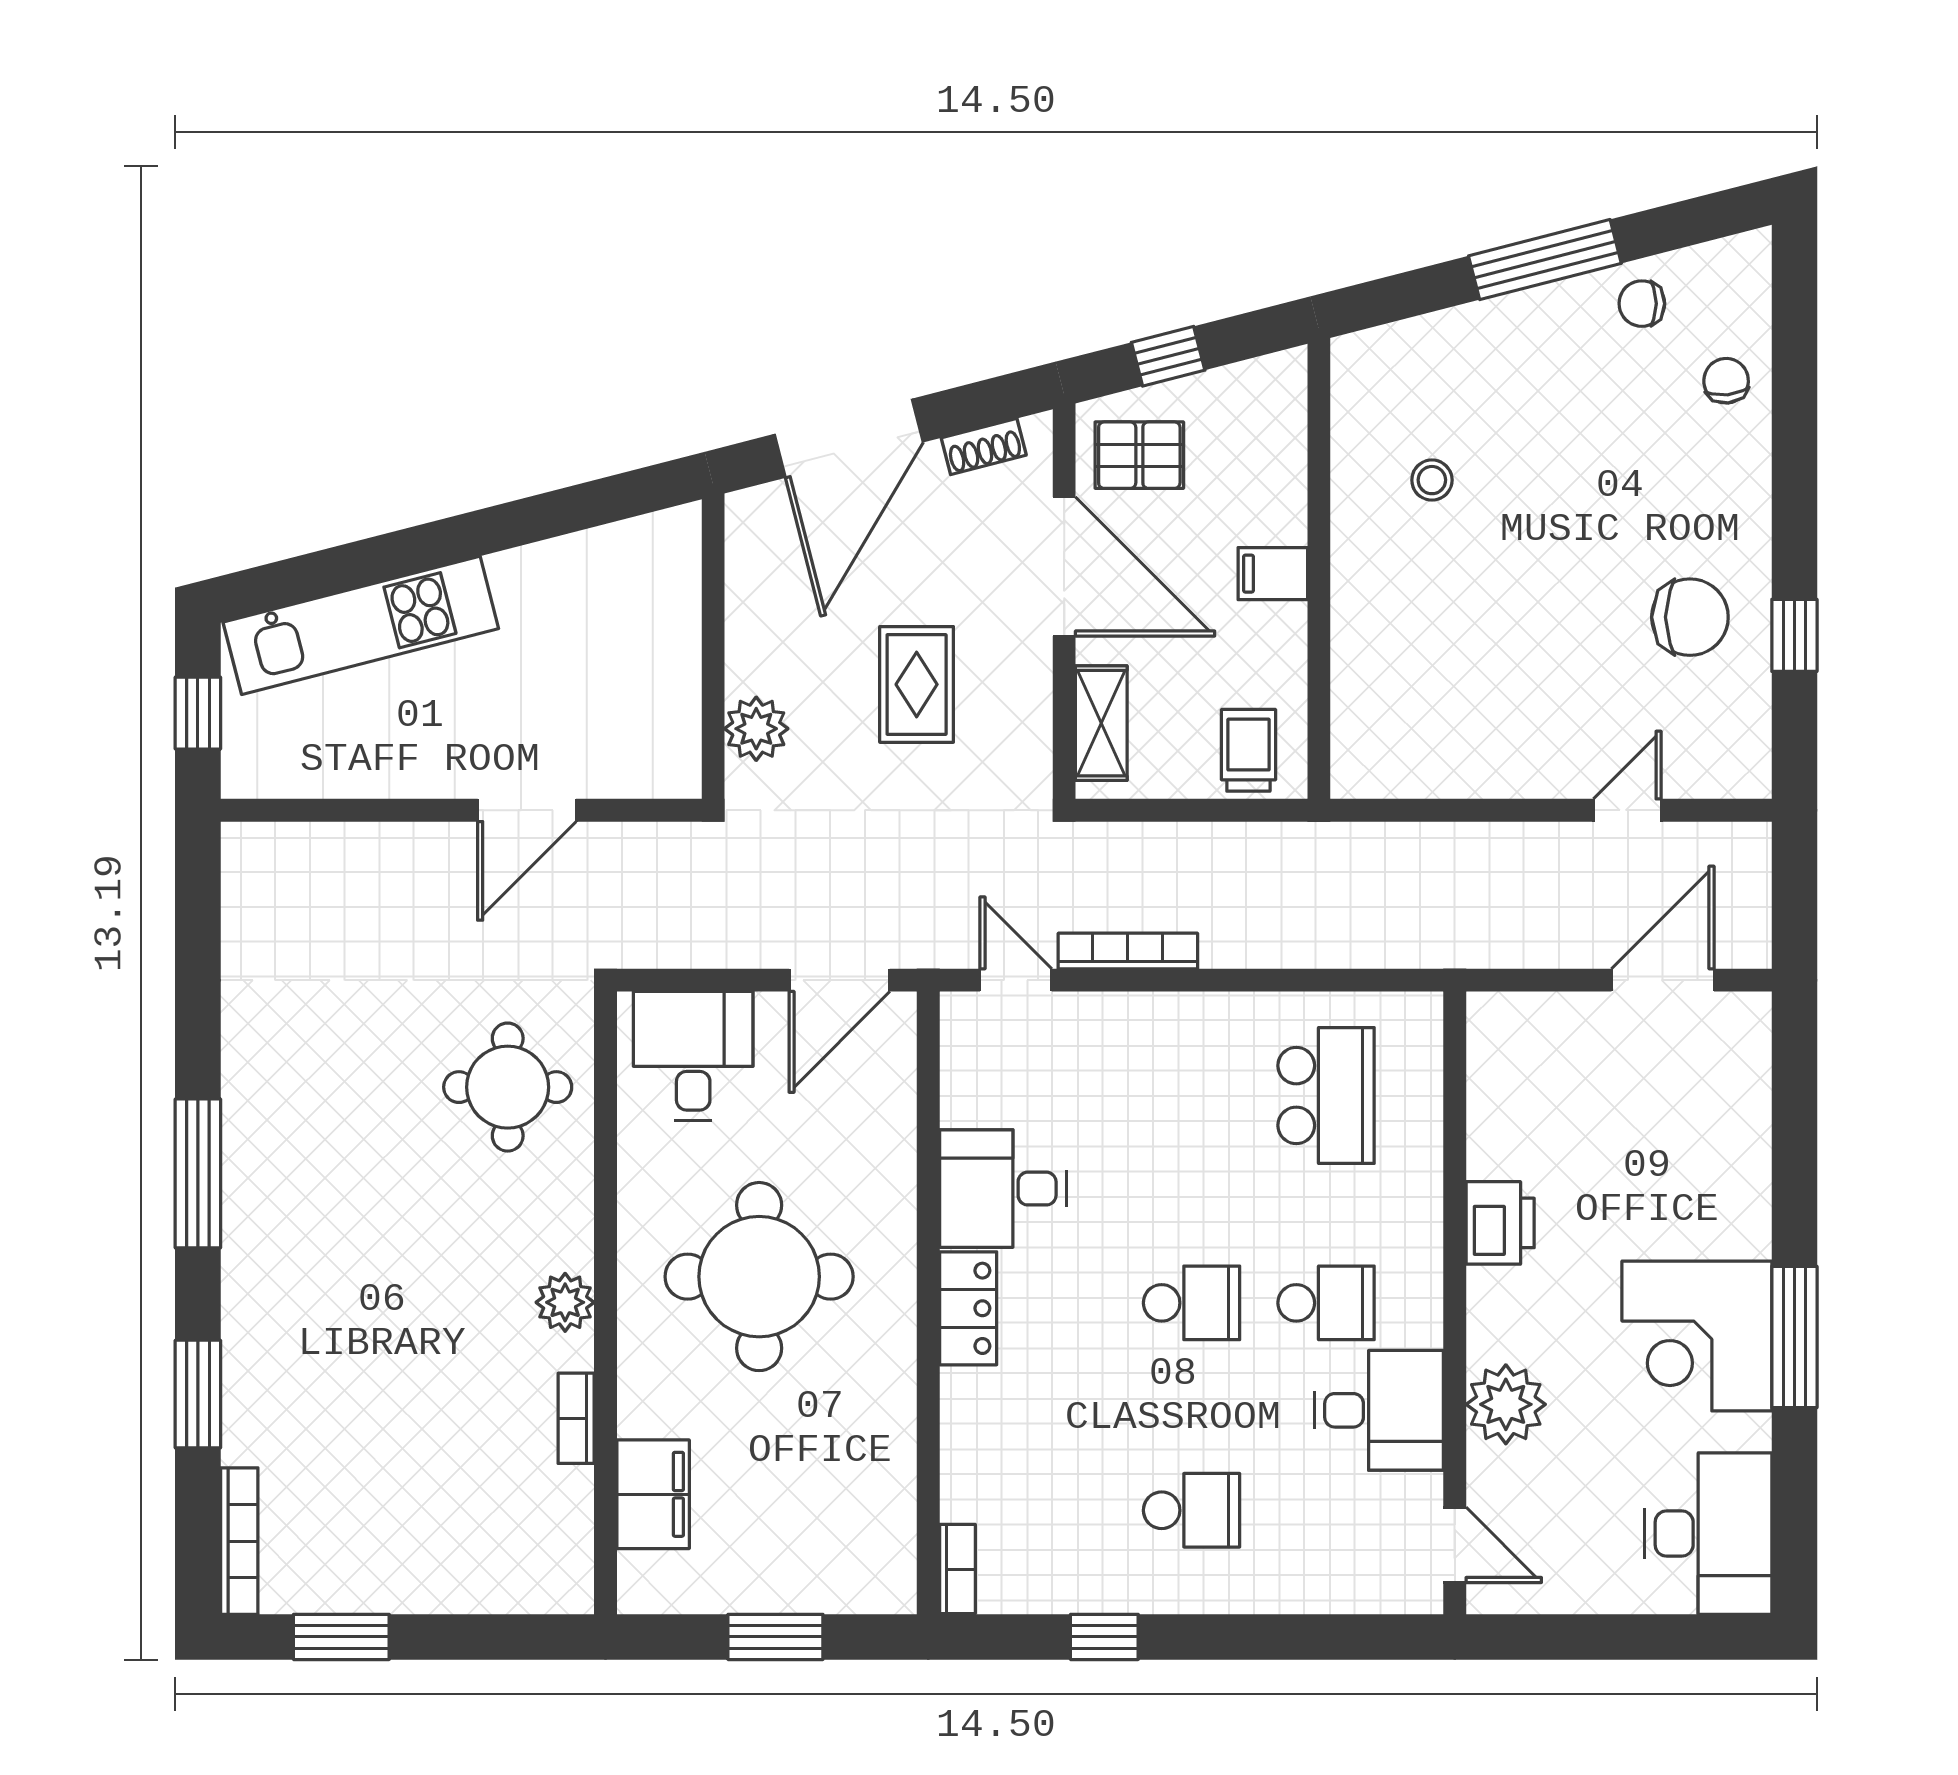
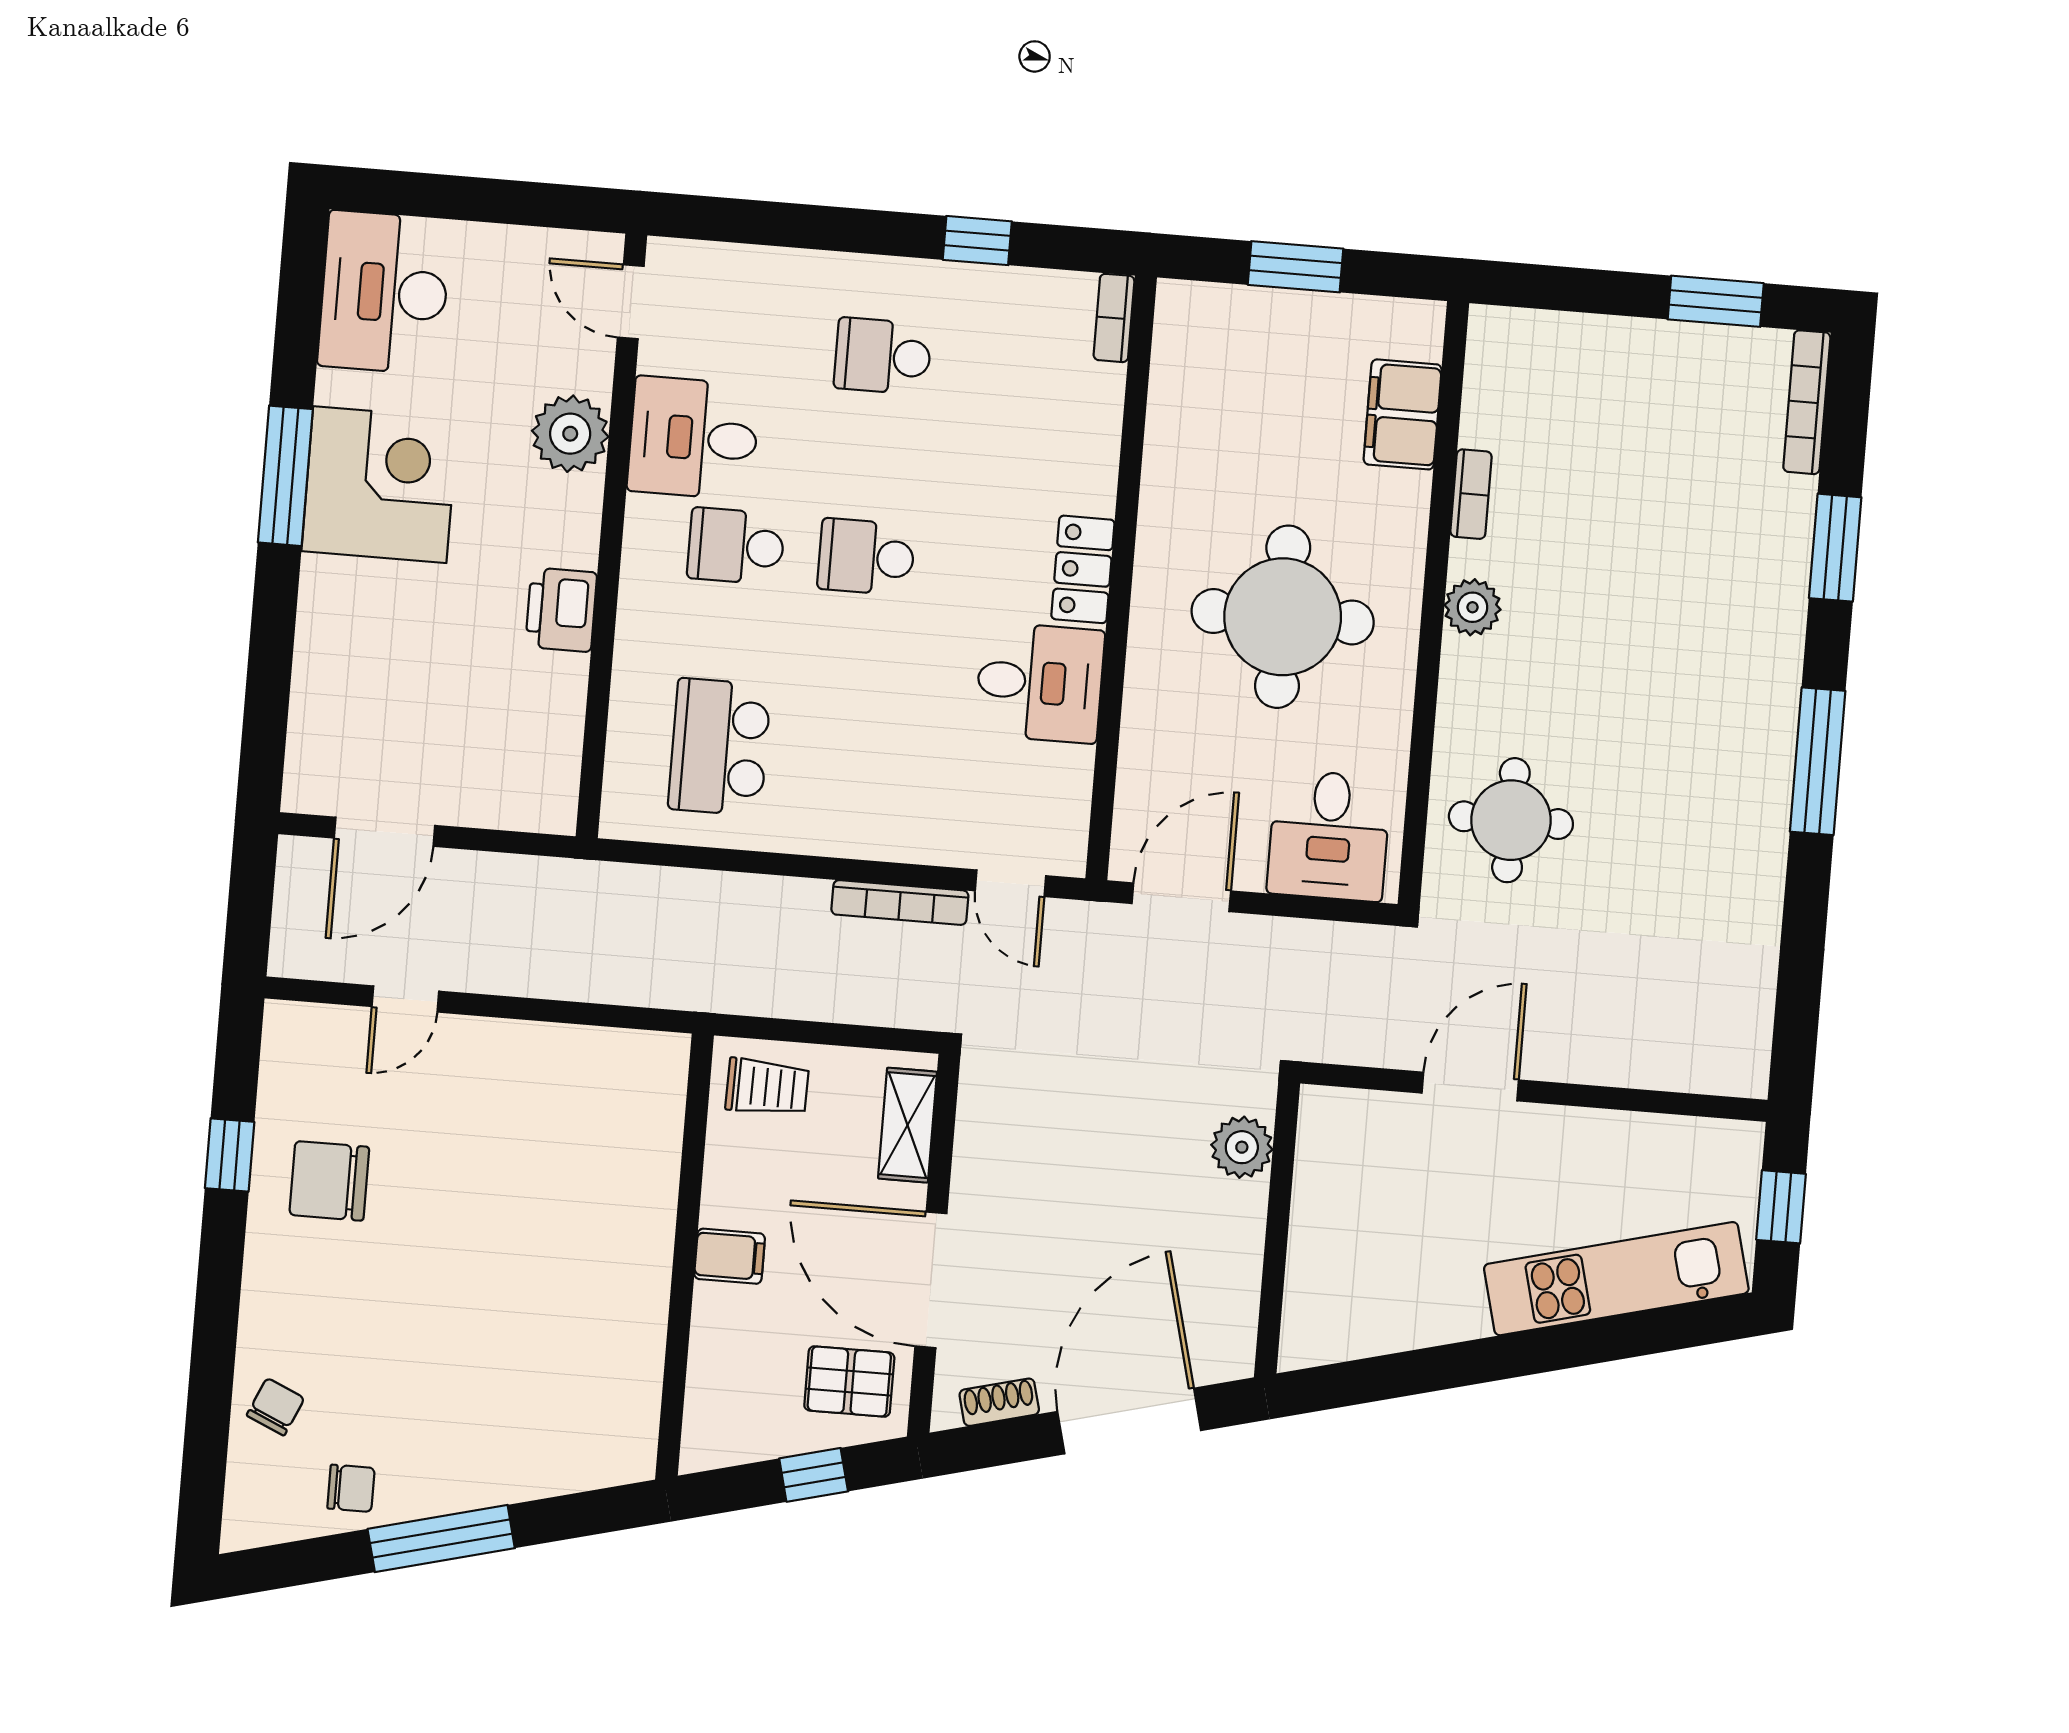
chair: (1726, 381) -> (275, 1407), turned -150
stool: (1432, 480) -> (568, 1334), removed
rug: (917, 684) -> (1083, 1177), removed
trolley: (1248, 750) -> (767, 1087), turned -89

